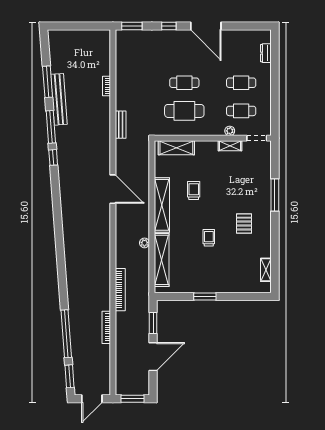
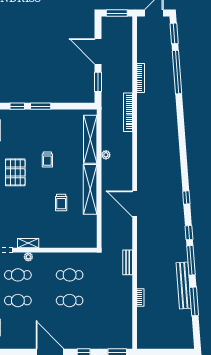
cafe table: (184, 111) -> (70, 275), width x0.73, depth x0.74
shelving: (176, 148) -> (77, 241), removed
window: (56, 196) -> (186, 197), added
pallet: (244, 224) -> (15, 172), width x1.50, depth x1.42
window: (205, 296) -> (41, 106), moved
window: (242, 296) -> (17, 106), added
door: (153, 357) -> (98, 51), hinge flipped

